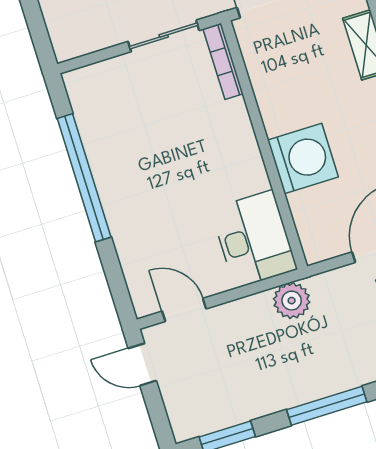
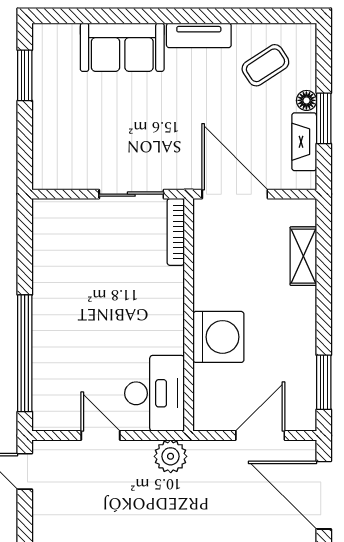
window: (84, 178) -> (25, 353), moved
door: (184, 310) -> (101, 436), moved

